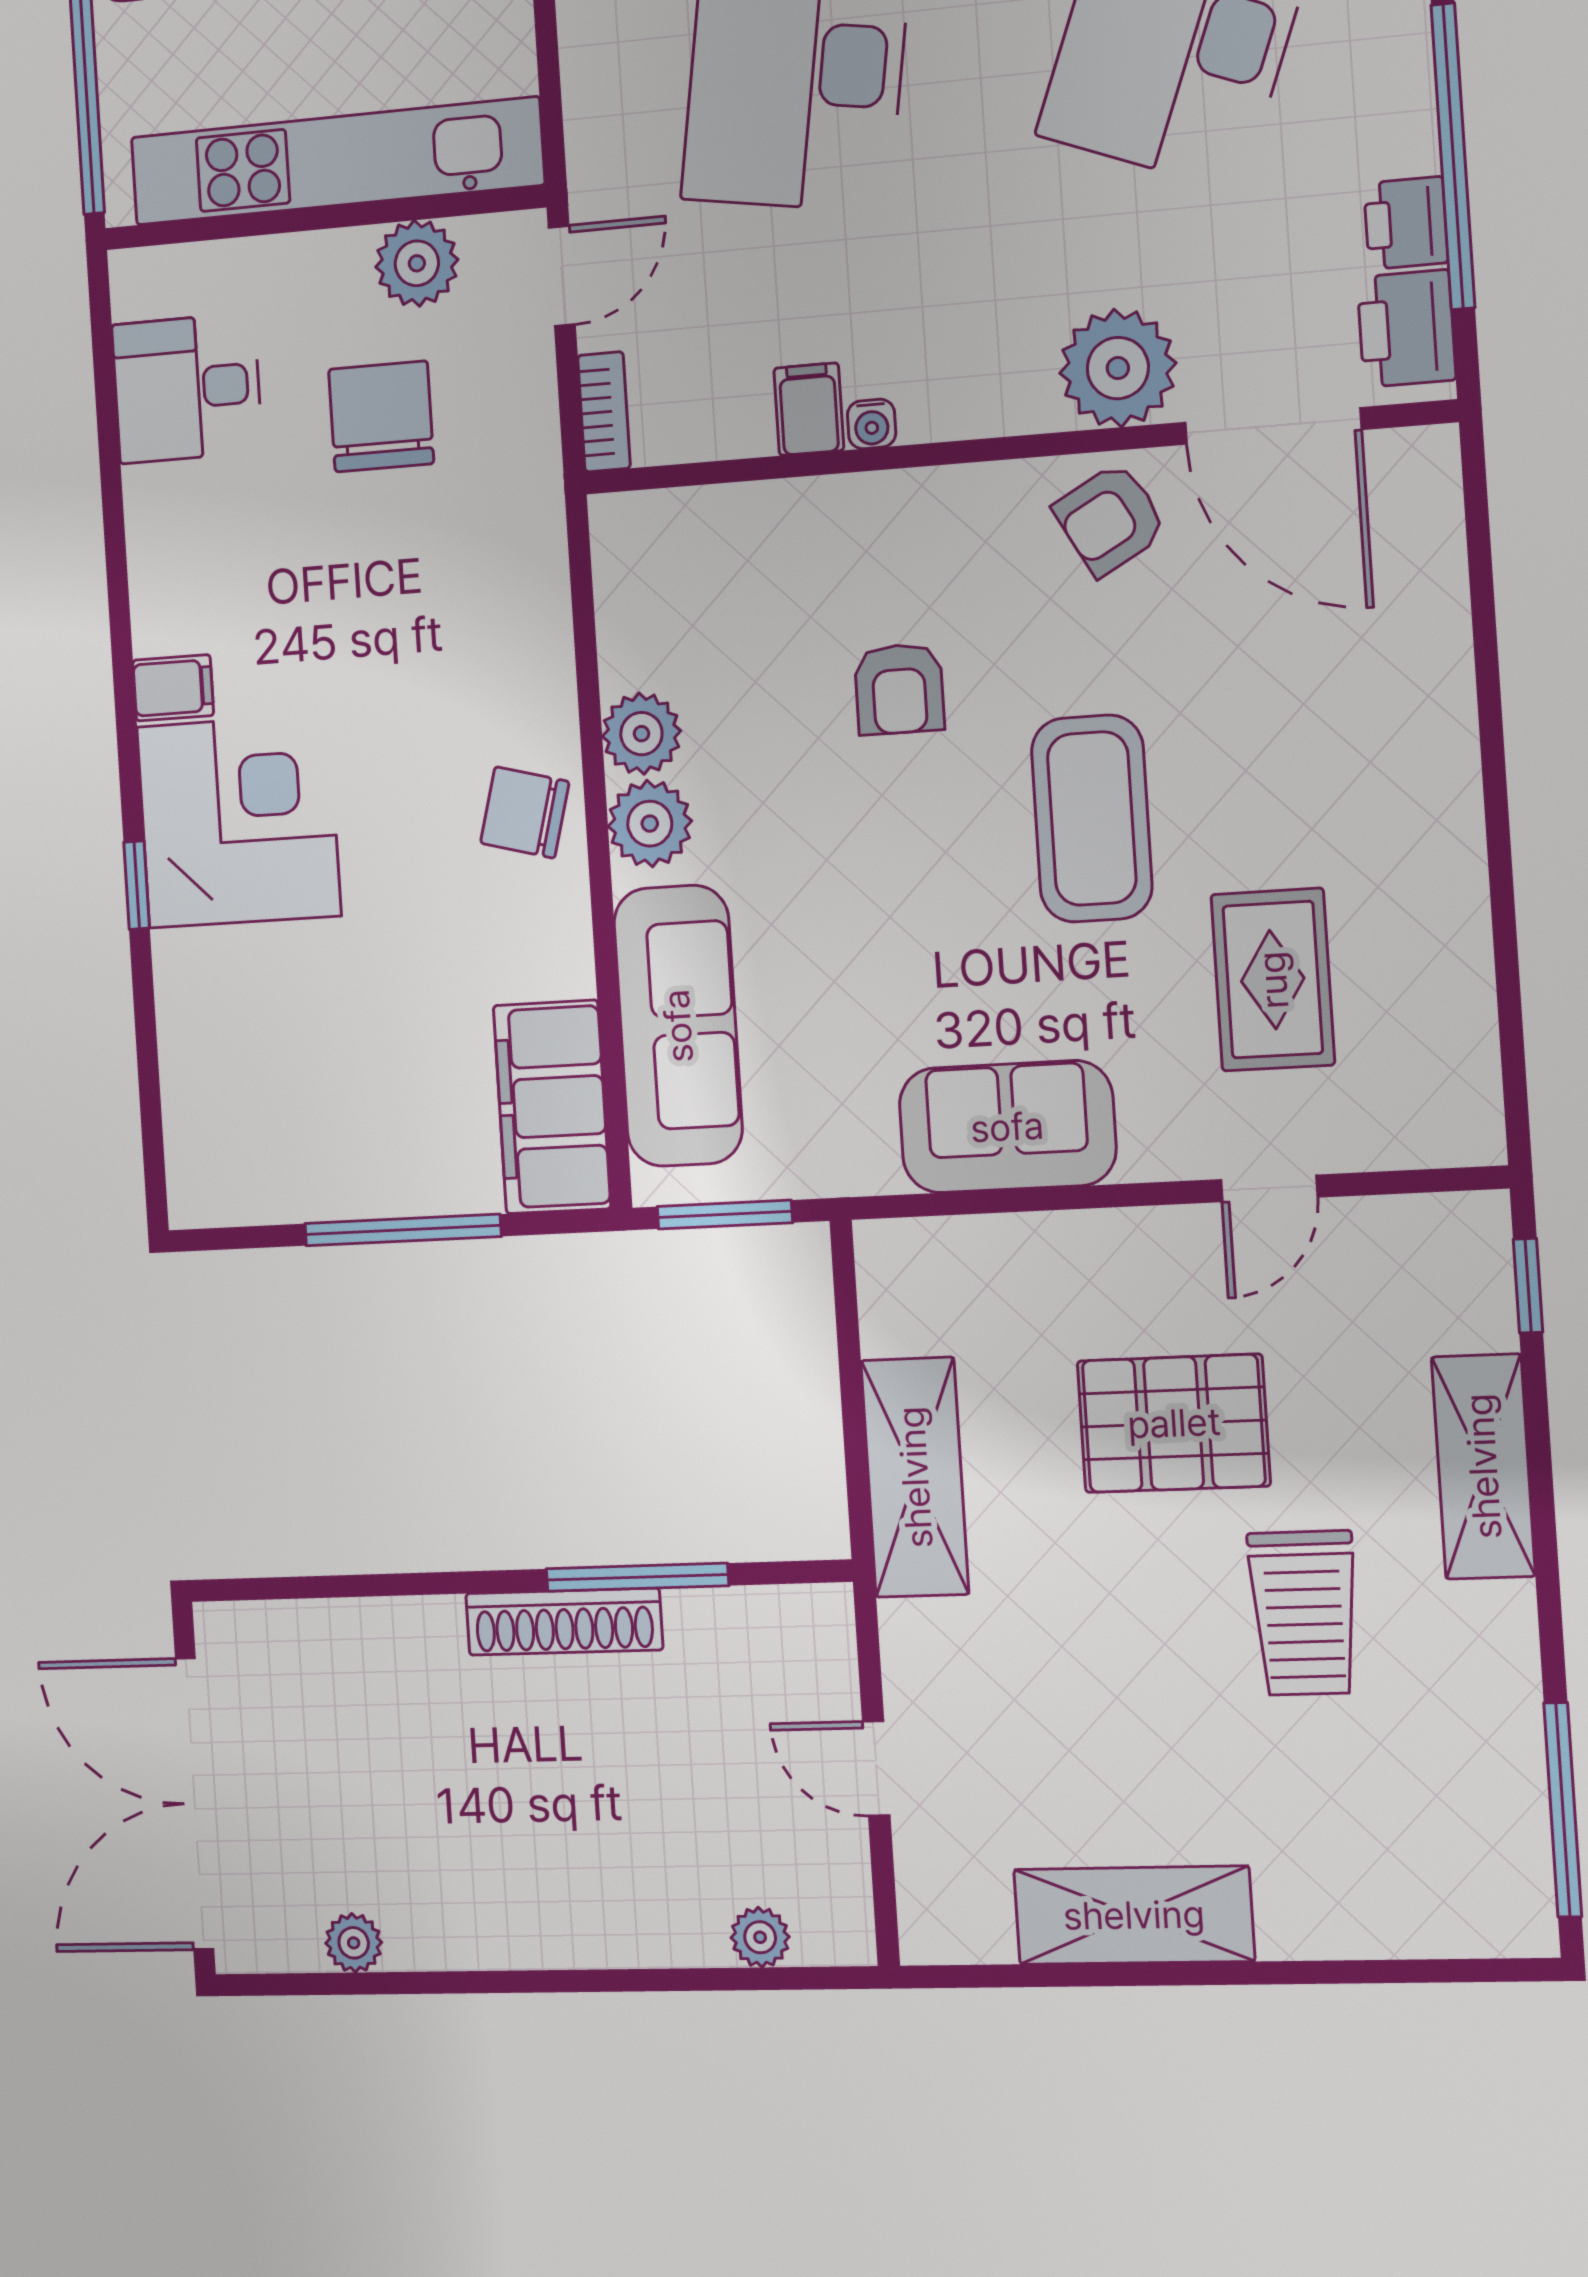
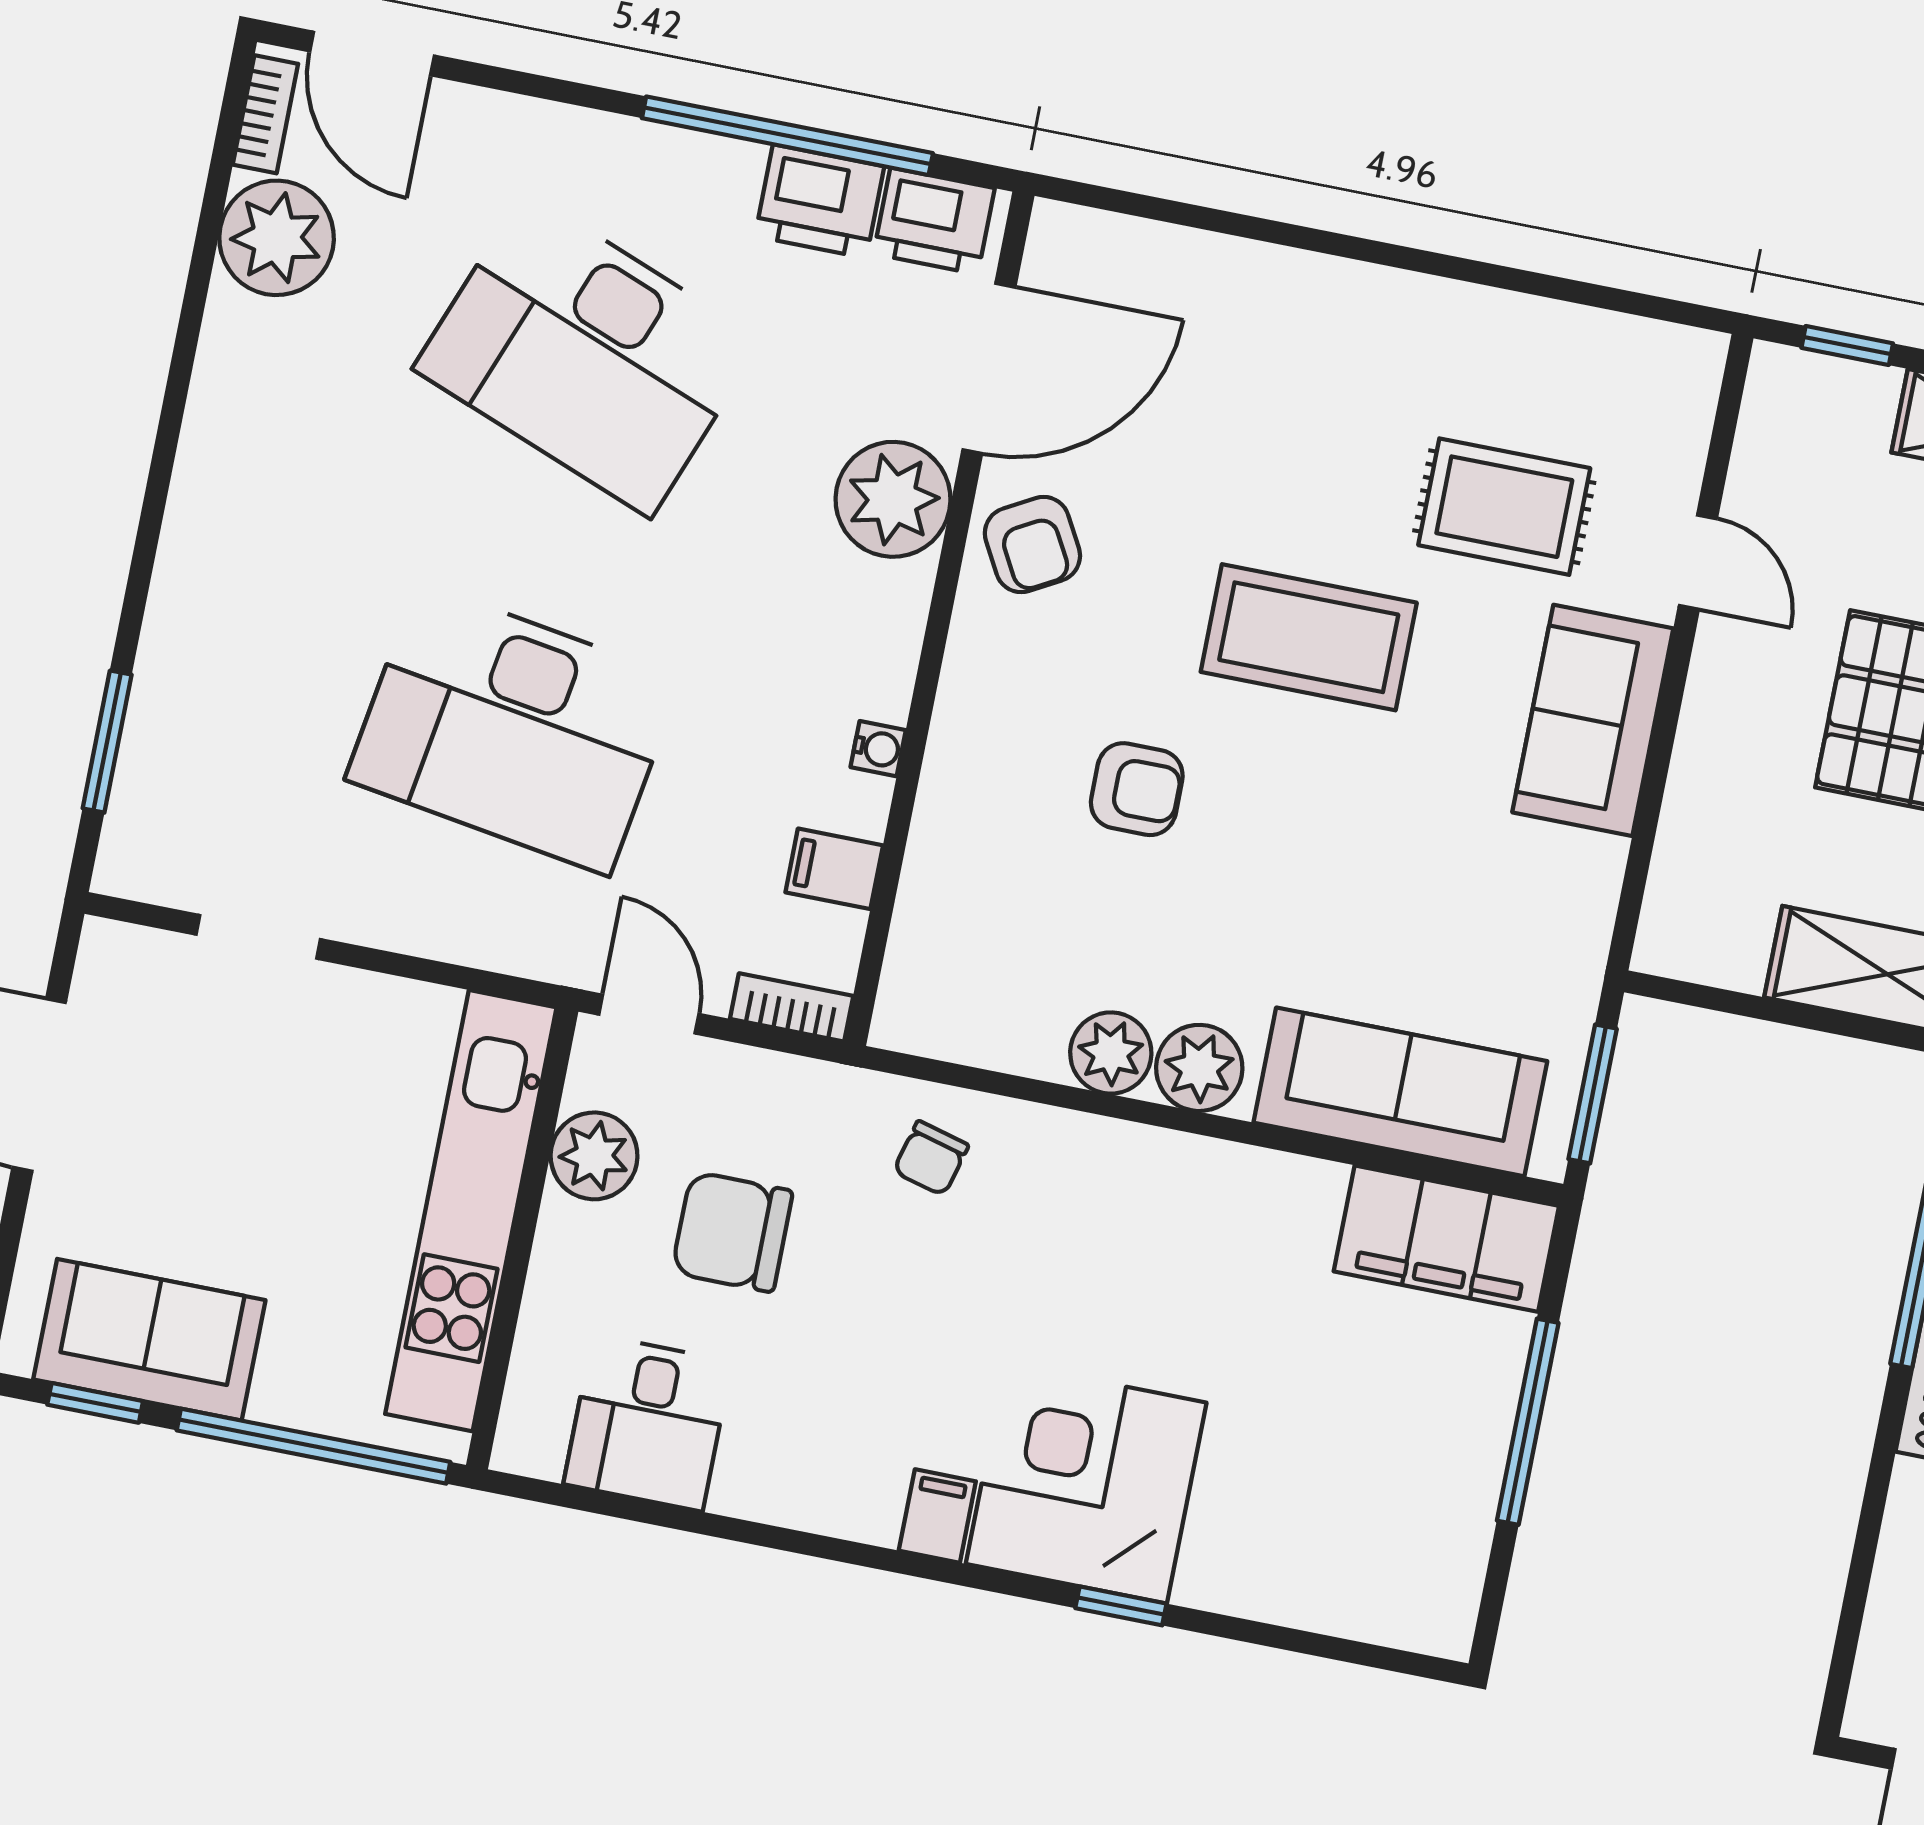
printer: (1406, 223) -> (820, 201), width x1.36, depth x1.24
filing cabinet: (809, 409) -> (834, 869), moved
chair: (525, 812) -> (931, 1158), moved, width x0.73, depth x0.73
sofa: (1007, 1127) -> (1593, 720), moved

